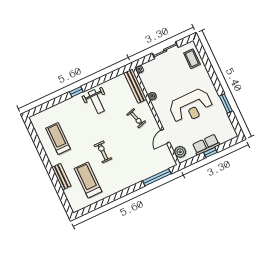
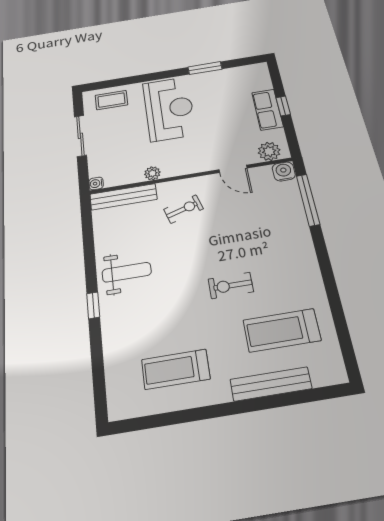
reception desk: (191, 106) -> (169, 109), moved
water cooler: (170, 162) -> (284, 171), added
bench: (61, 177) -> (271, 384), width x1.36

